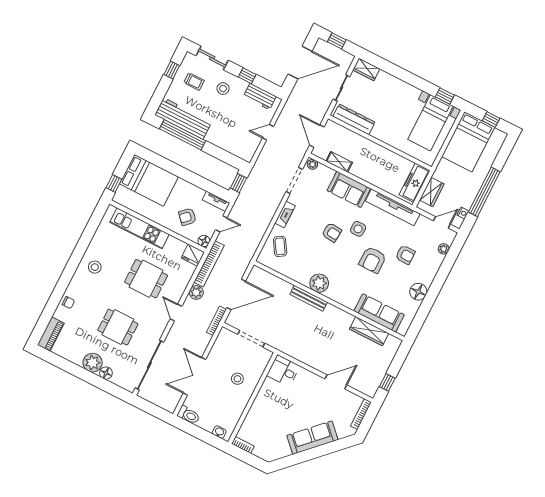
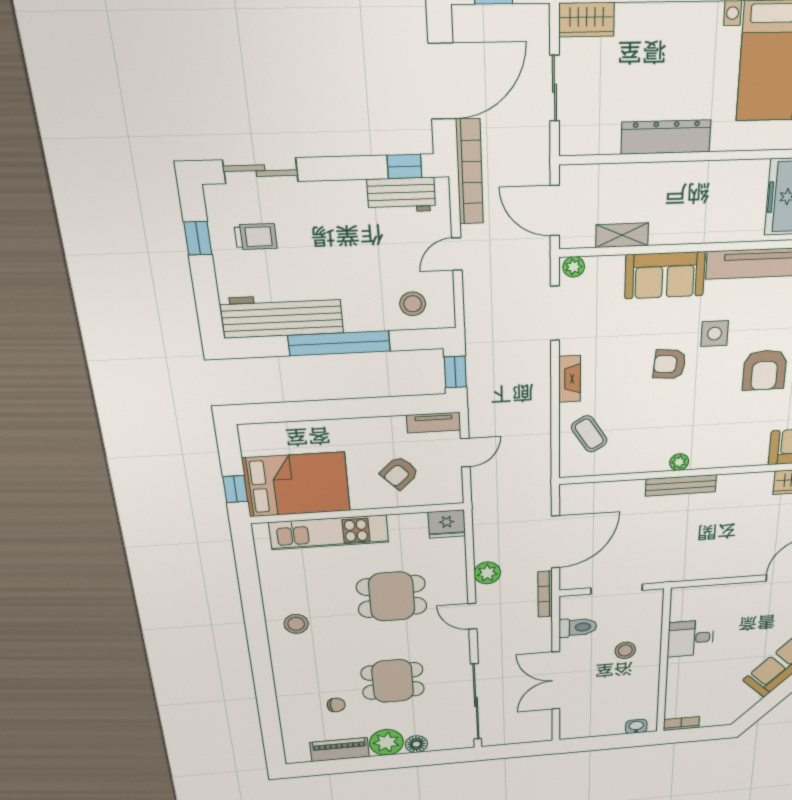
window: (247, 76) -> (404, 166), moved
stool: (223, 89) -> (413, 304), moved
dresser: (354, 119) -> (666, 137), moved
window: (183, 135) -> (339, 343), moved
bed: (149, 180) -> (297, 484), moved
armchair: (332, 232) -> (669, 364), turned 180
floor lamp: (204, 241) -> (452, 494), removed
bookcase: (209, 264) -> (470, 172), moved
plant: (319, 283) -> (679, 462), width x0.53, depth x0.53
chair: (68, 303) -> (336, 705), moved
piano: (51, 334) -> (340, 750), moved, turned -90
desk: (283, 371) -> (691, 638), moved
toilet: (189, 415) -> (578, 627), moved

